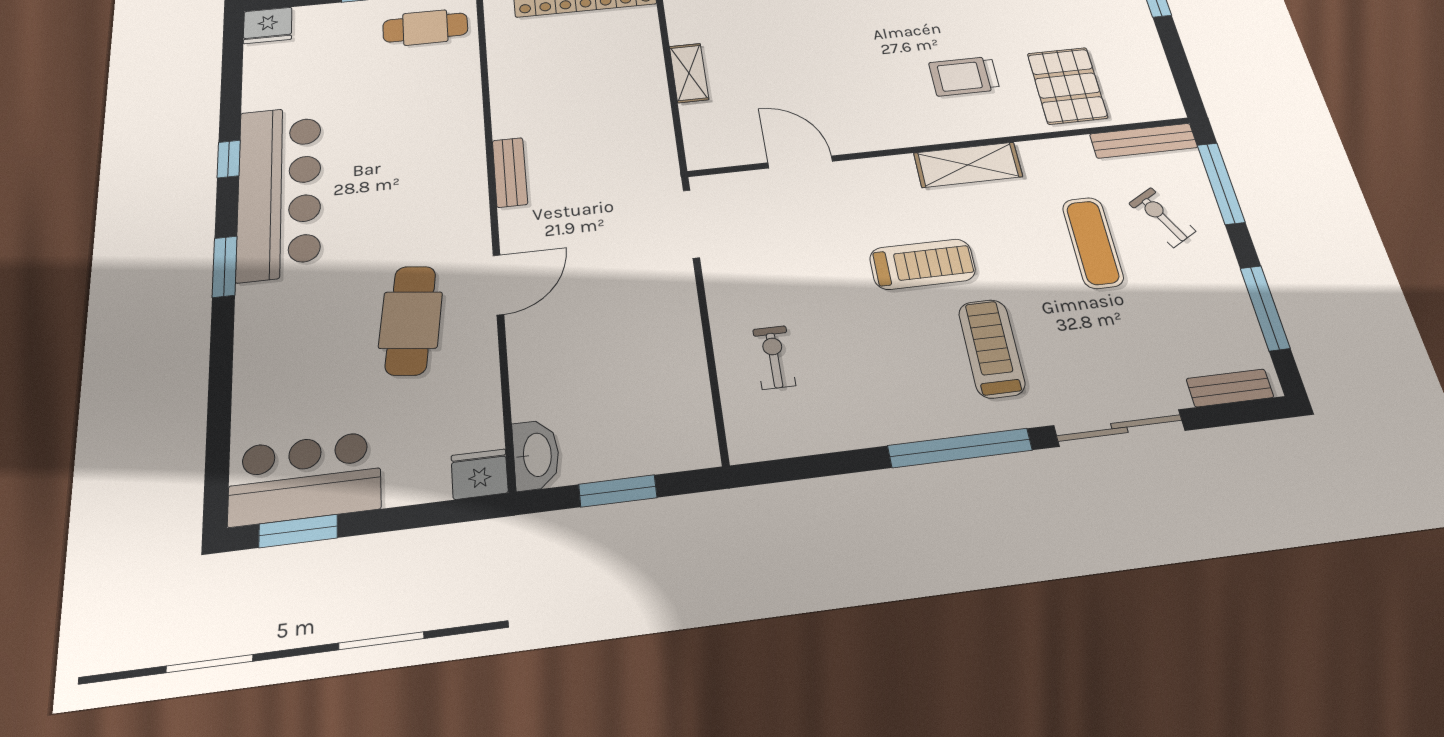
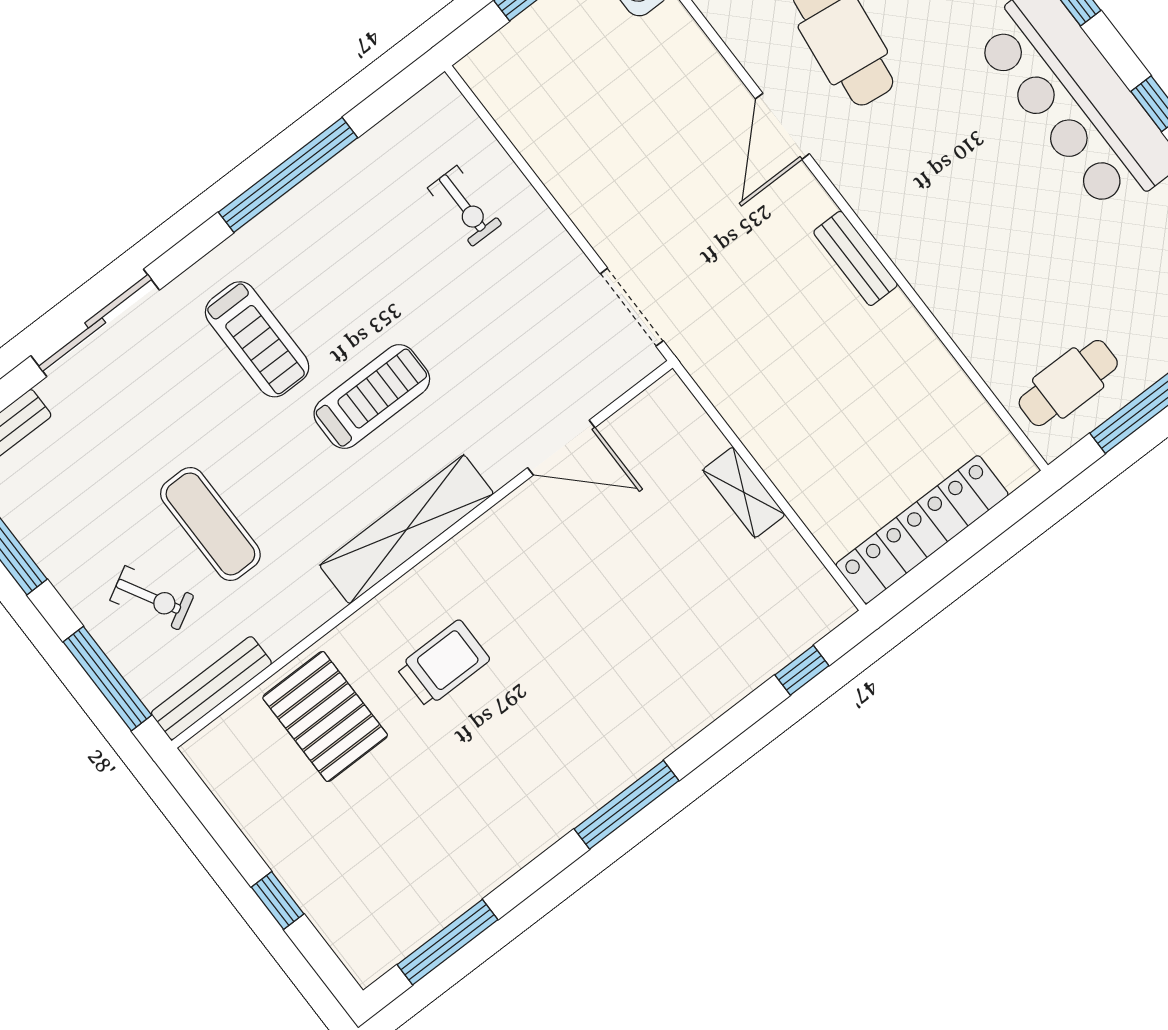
shelving: (968, 165) -> (407, 529), width x1.47
treadmill: (922, 264) -> (372, 397), turned 180
window: (960, 448) -> (288, 175), moved

